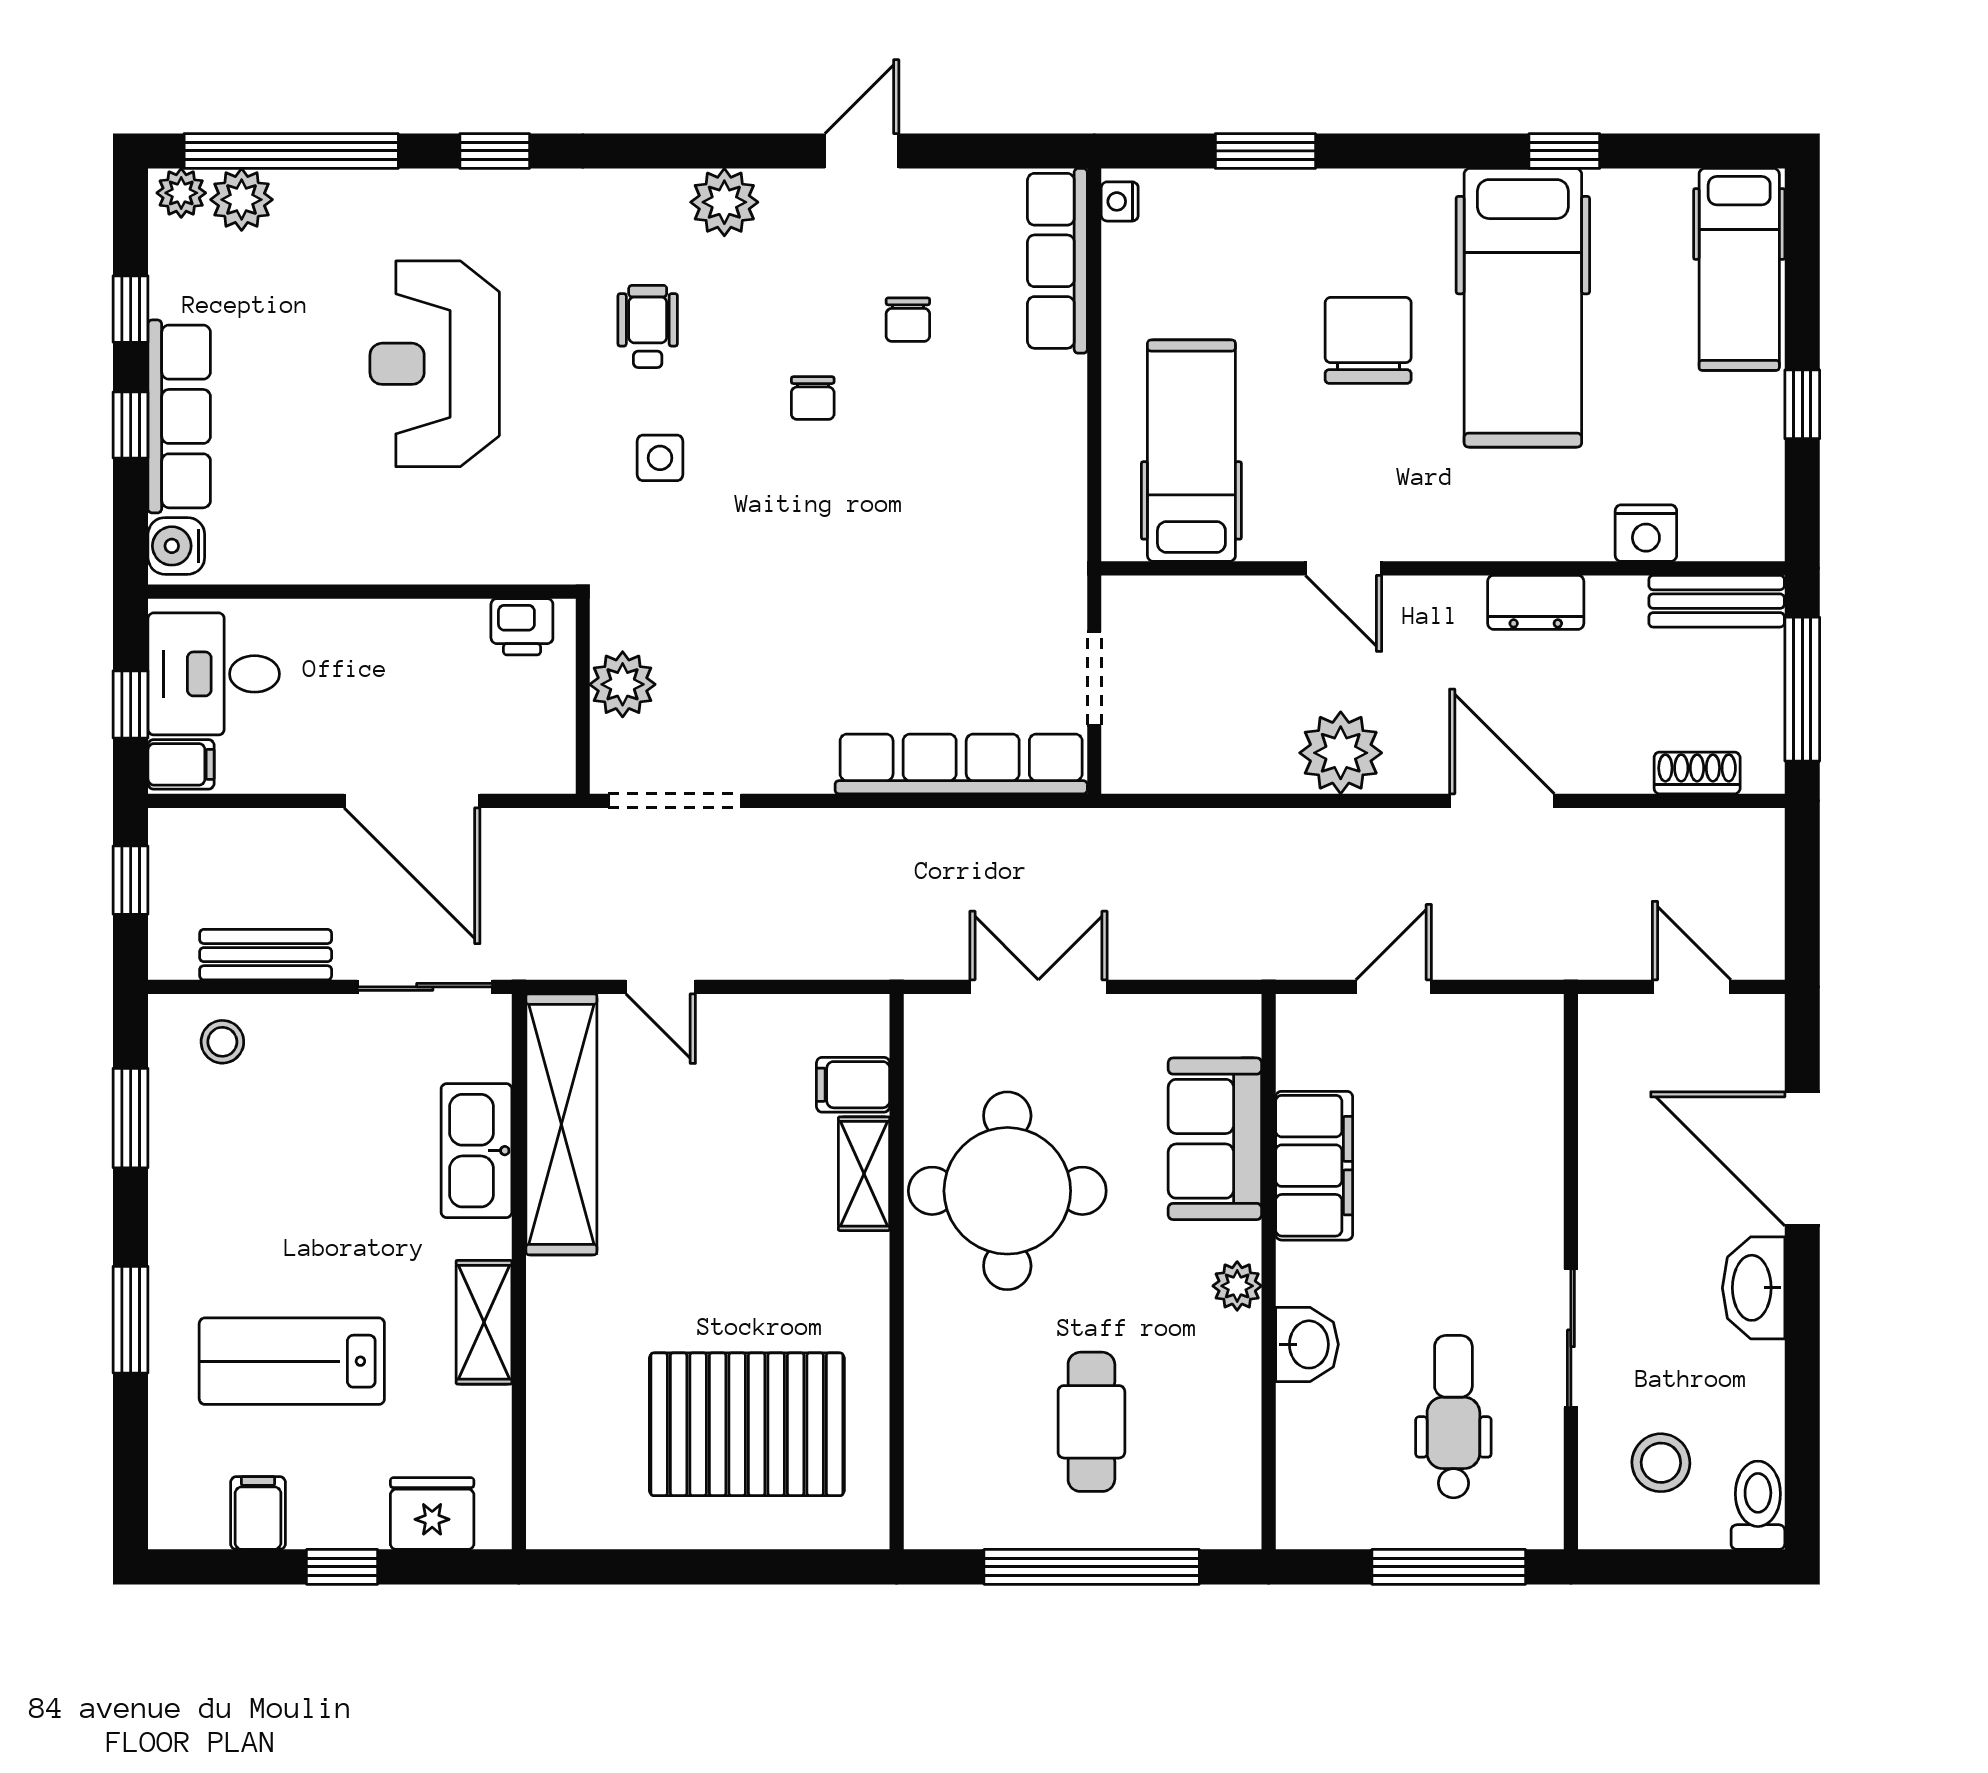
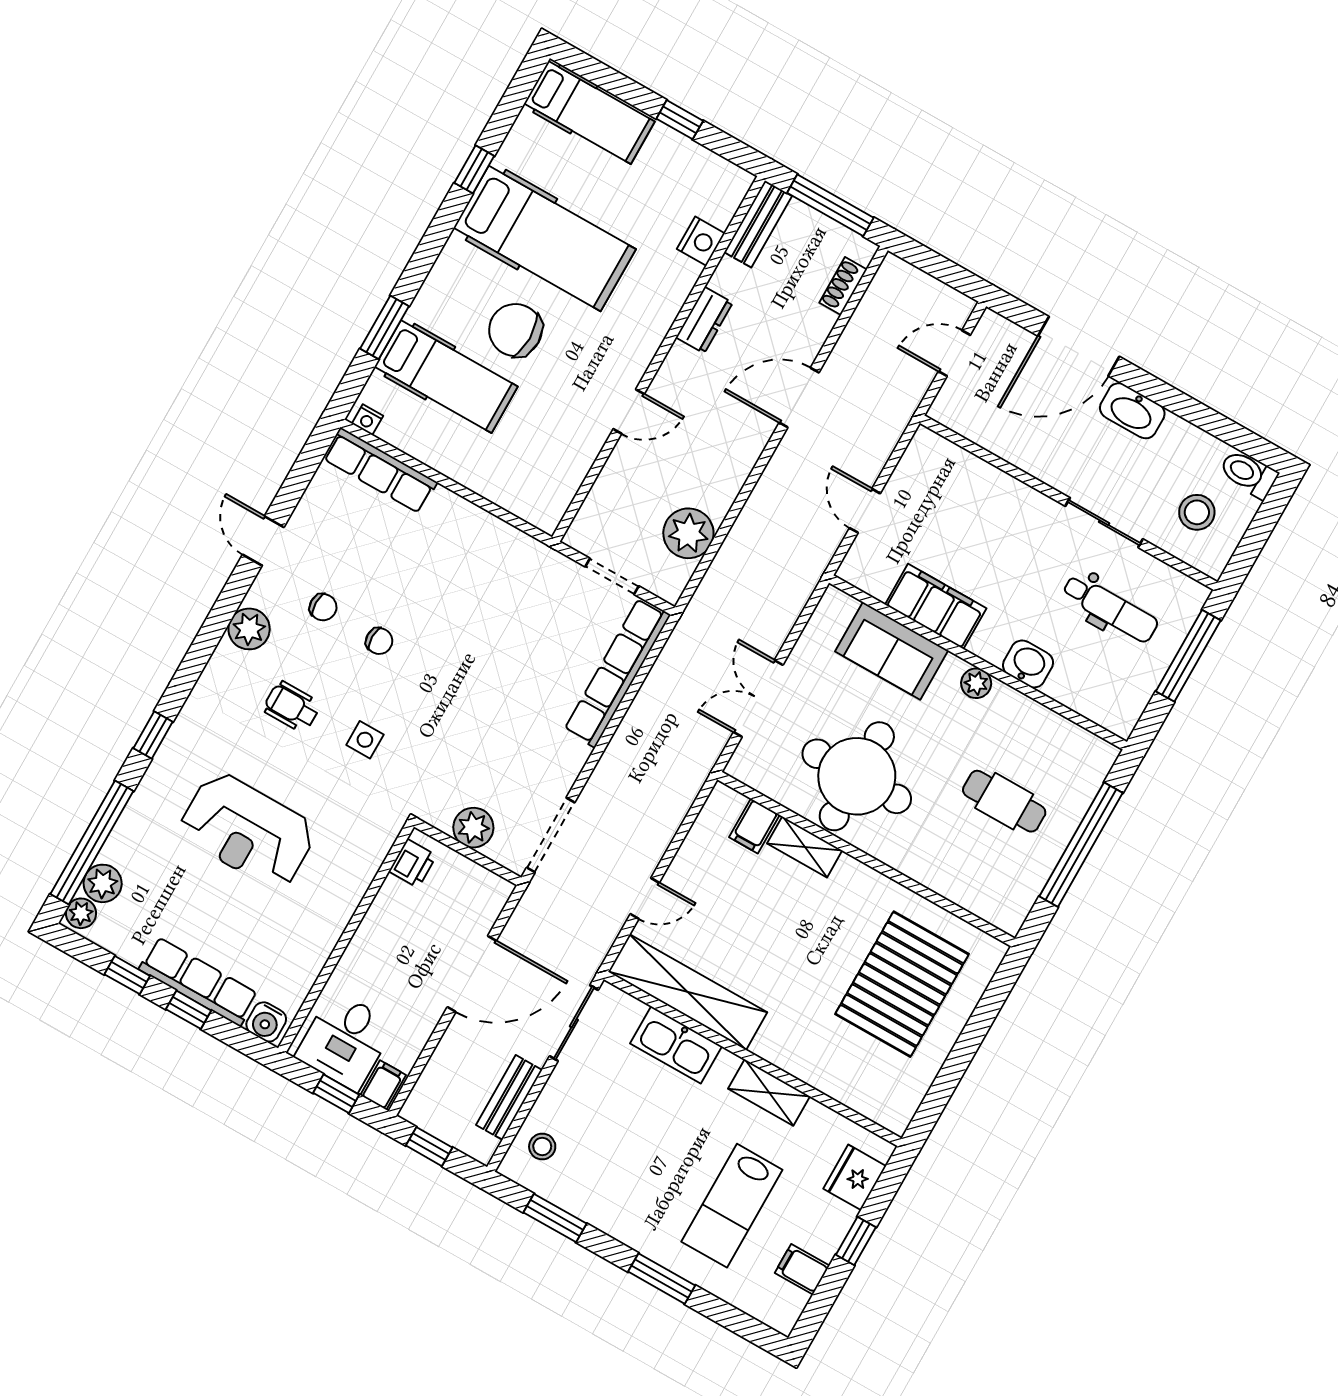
chair: (908, 320) -> (323, 607), moved
hospital bed: (1191, 451) -> (446, 377), moved, turned 180
plant: (1341, 753) -> (688, 533), moved
dental chair: (1453, 1417) -> (1110, 608), turned 180

